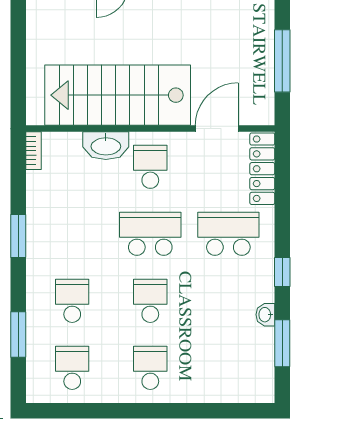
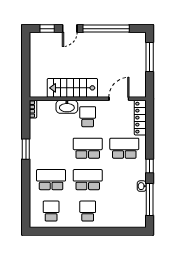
window: (282, 61) -> (150, 57), moved
stairs: (118, 95) -> (72, 88), width x0.73, depth x0.66
school desk: (72, 301) -> (51, 180), width x1.85
school desk: (150, 301) -> (88, 180), width x1.85
window: (18, 334) -> (26, 195), removed
window: (282, 343) -> (150, 200), width x1.44

